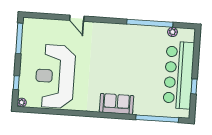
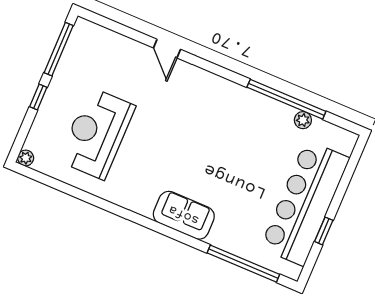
plant: (173, 32) -> (303, 120), moved
reception desk: (55, 76) -> (97, 133), width x0.74, depth x0.77
window: (16, 83) -> (38, 97), moved

